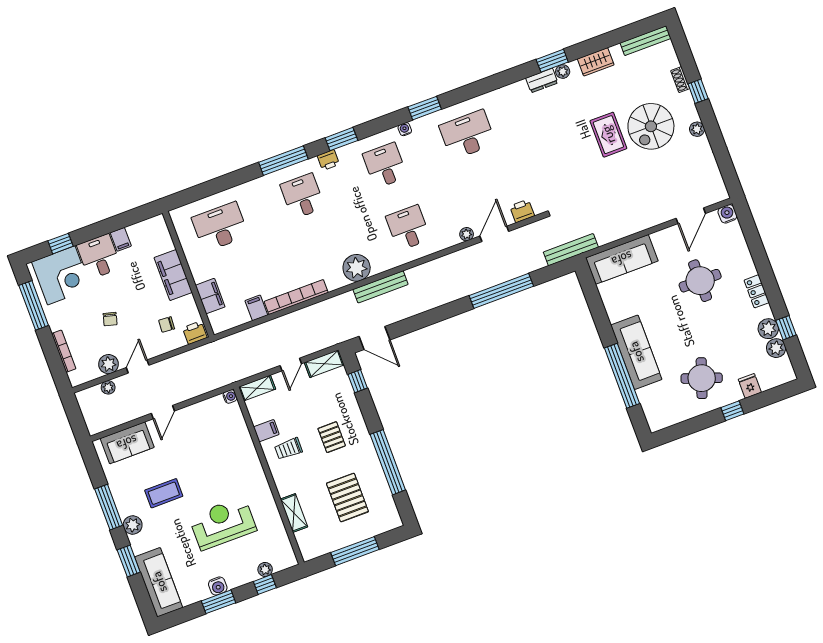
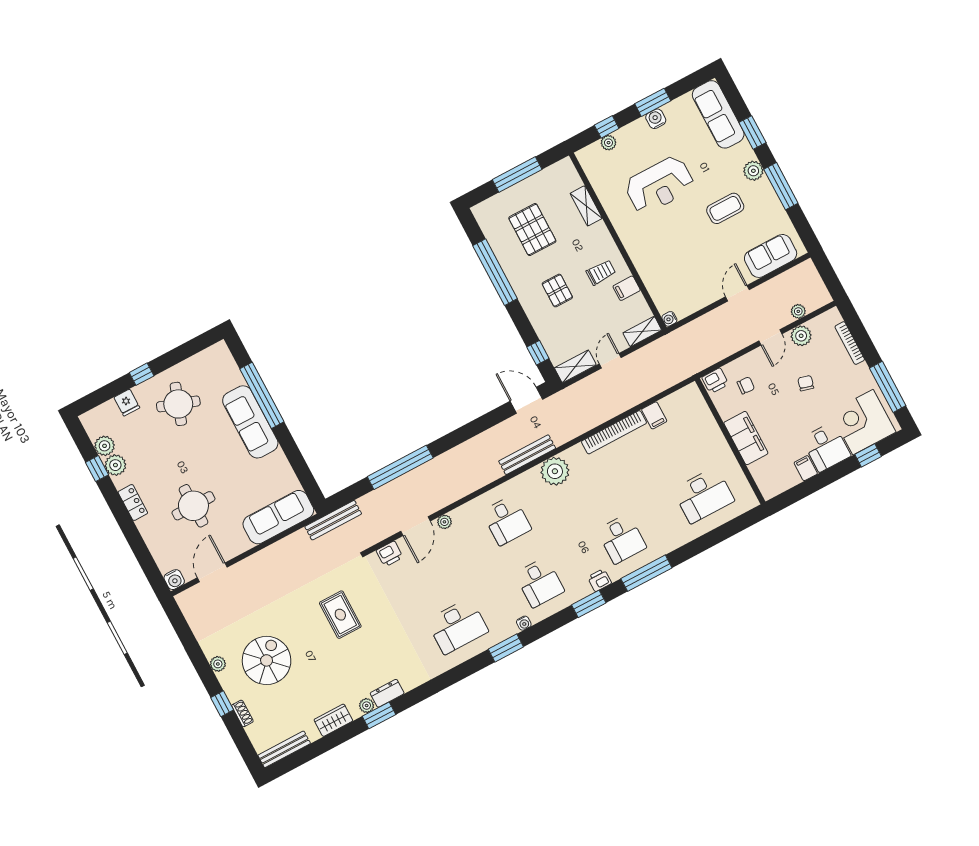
rug: (608, 135) -> (340, 615), moved
filing cabinet: (210, 296) -> (704, 421), removed

